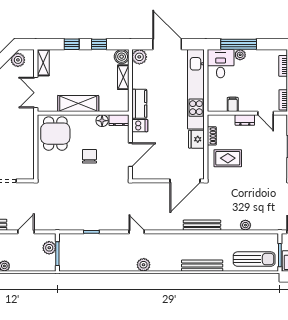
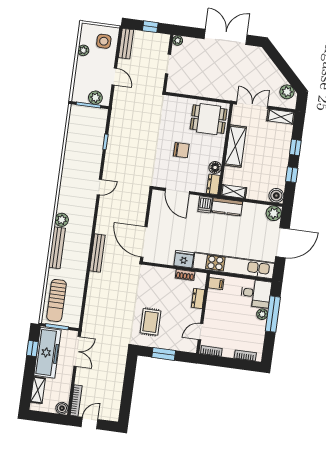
shelving: (123, 77) -> (234, 191), moved
filing cabinet: (233, 104) -> (216, 284), moved
dresser: (245, 120) -> (198, 299), moved
rug: (228, 158) -> (150, 322), moved
plant: (245, 225) -> (92, 296), removed
plant: (144, 265) -> (62, 220), moved

